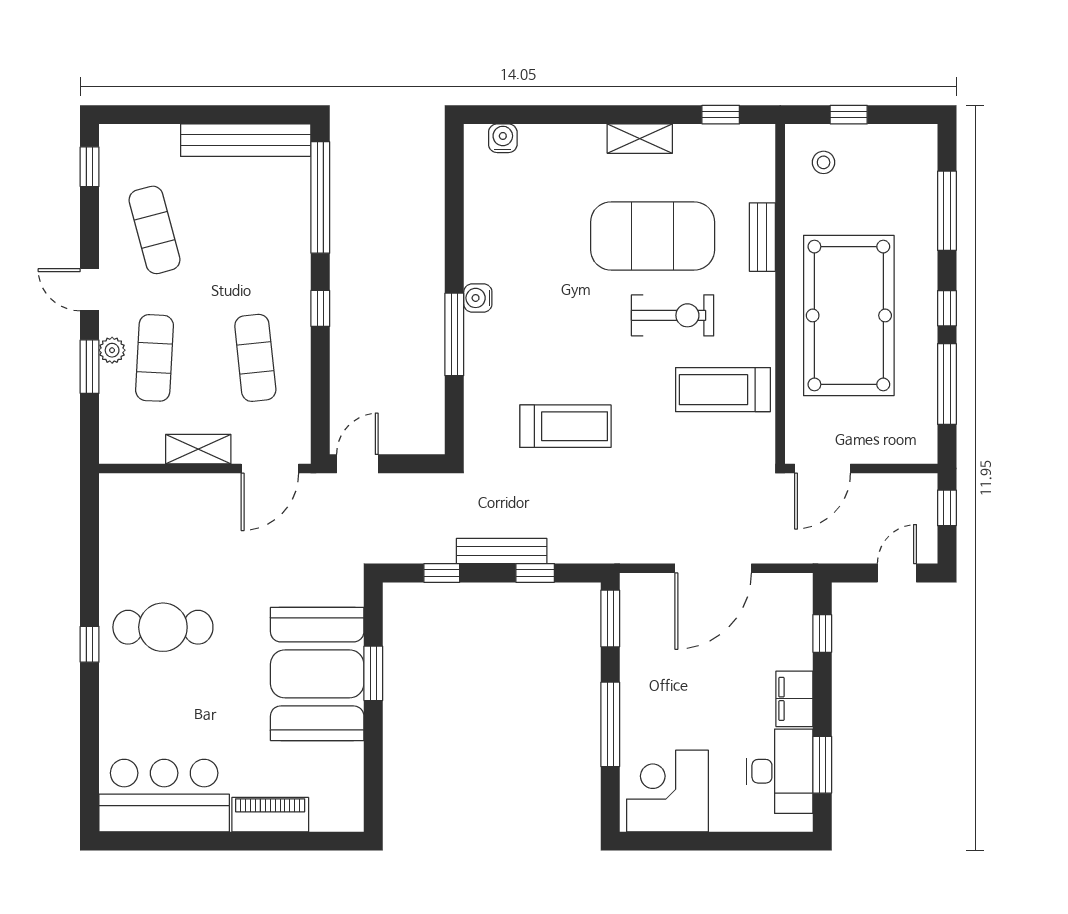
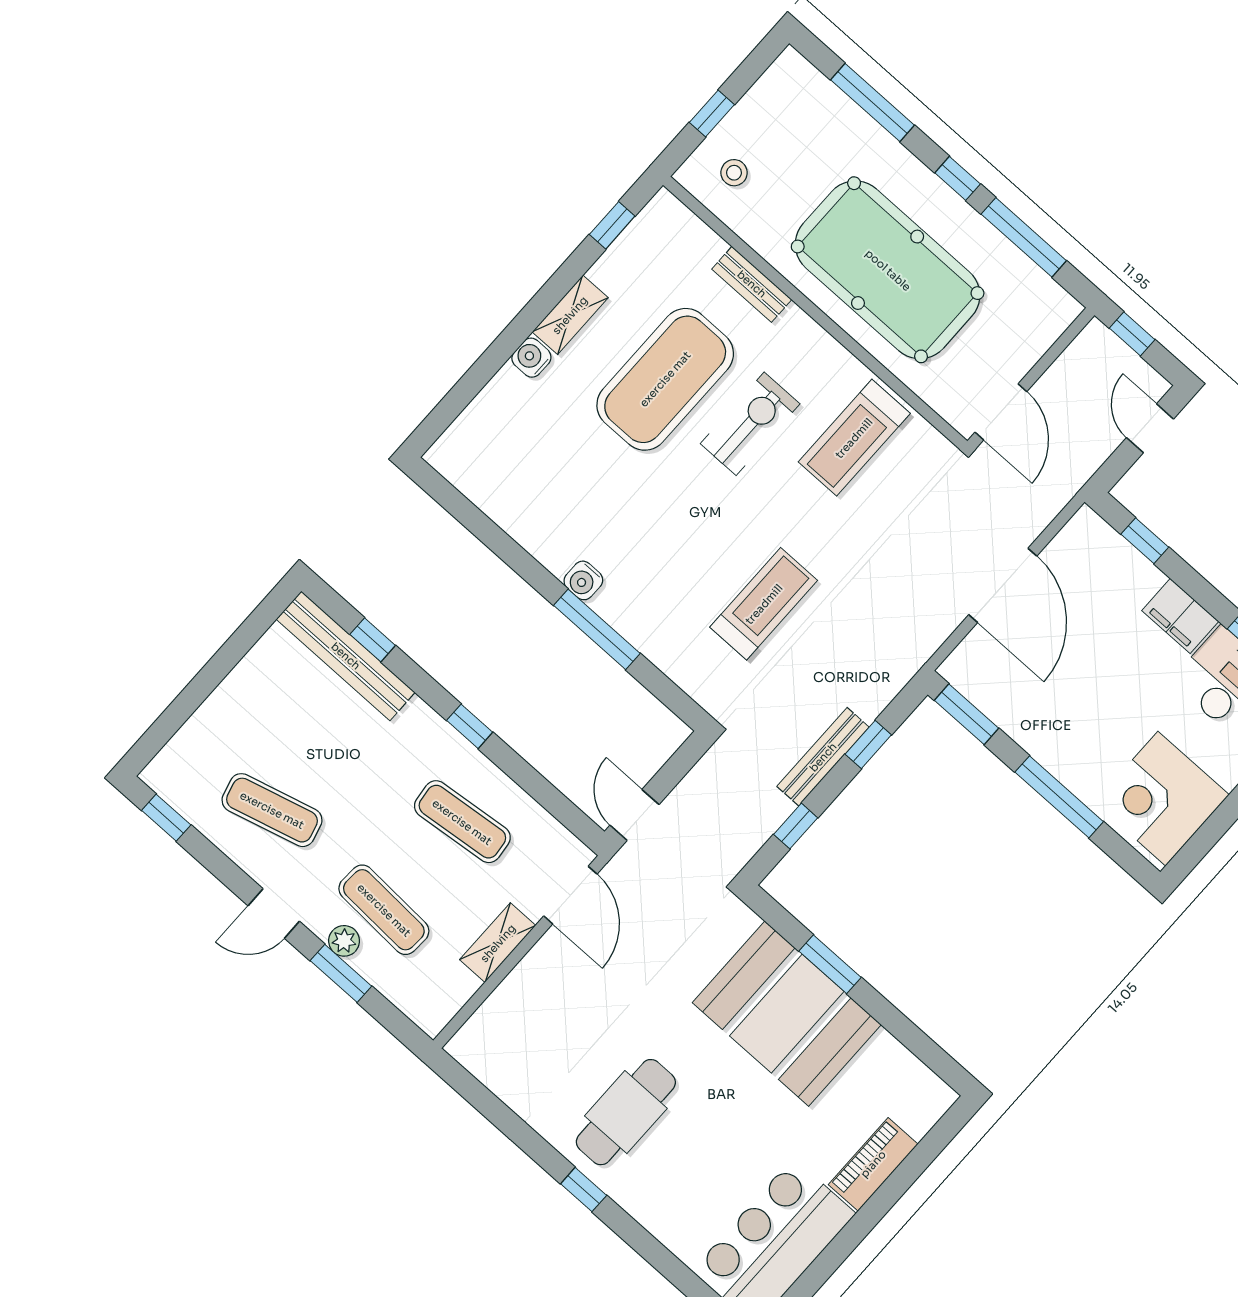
water cooler: (503, 138) -> (531, 358), moved
bench: (246, 140) -> (346, 656), moved, turned 90
window: (320, 197) -> (373, 640), width x0.32

